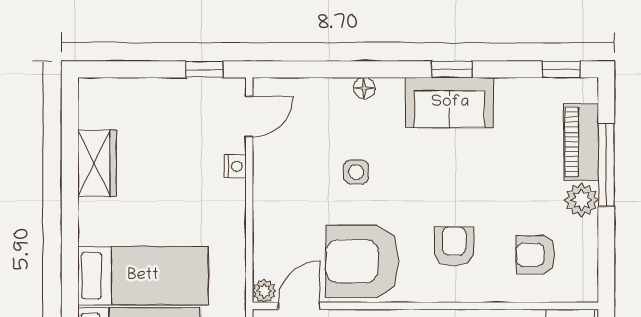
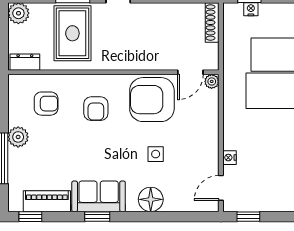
floor lamp: (364, 88) -> (151, 199), width x1.89, depth x1.89
piano: (581, 142) -> (47, 201), moved, turned -90
armchair: (362, 261) -> (152, 100), turned 180

